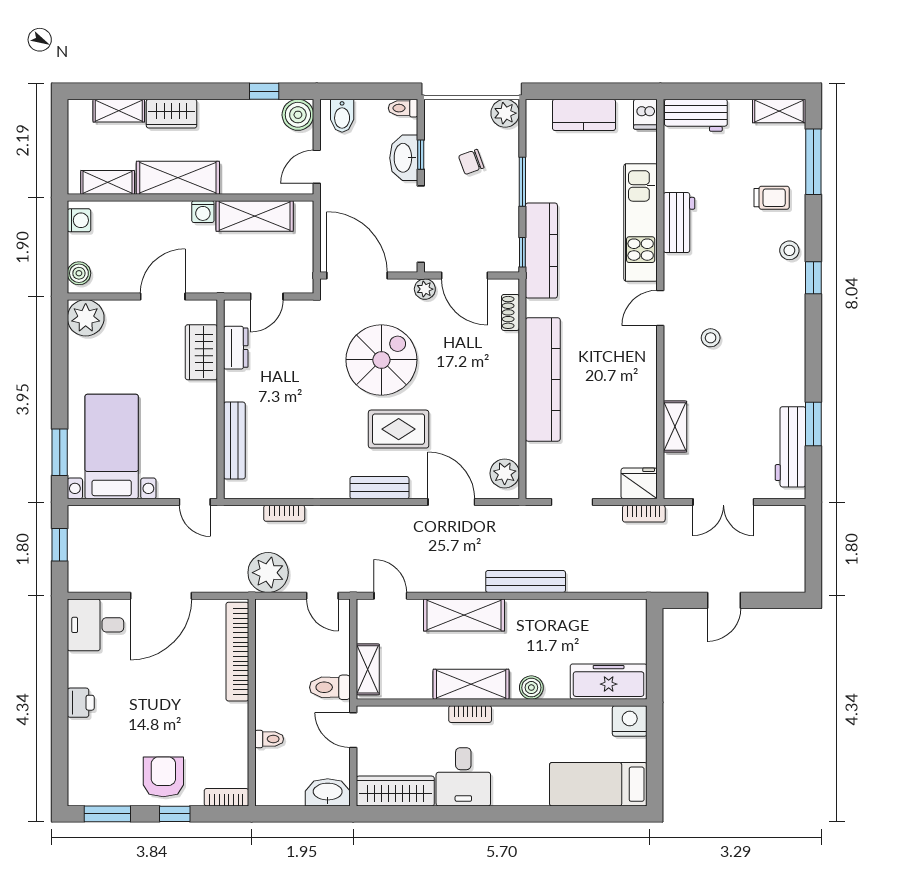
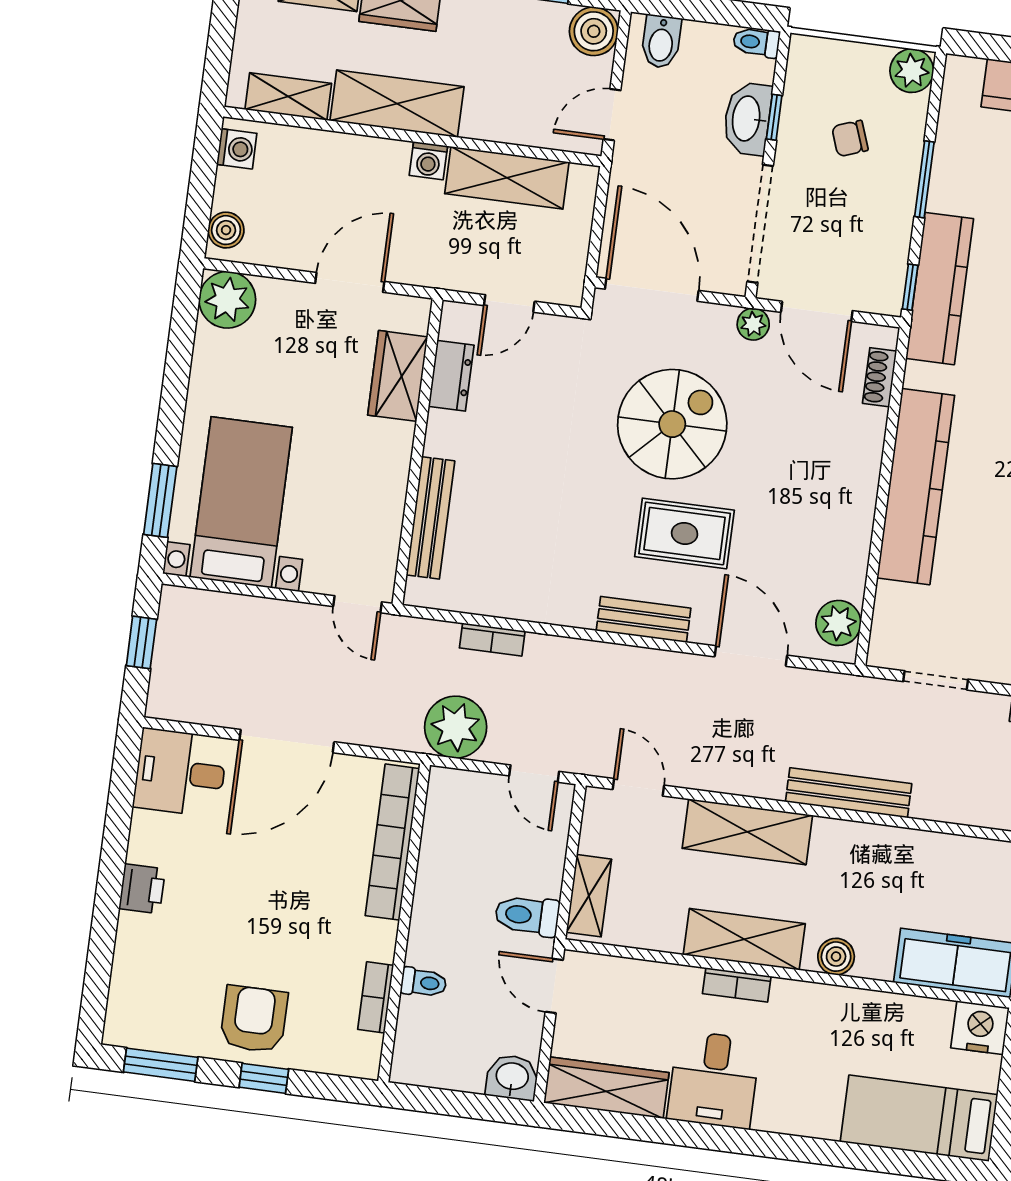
washbasin: (328, 792) -> (512, 1077), width x0.72
bookcase: (226, 797) -> (376, 997), moved, turned -90

